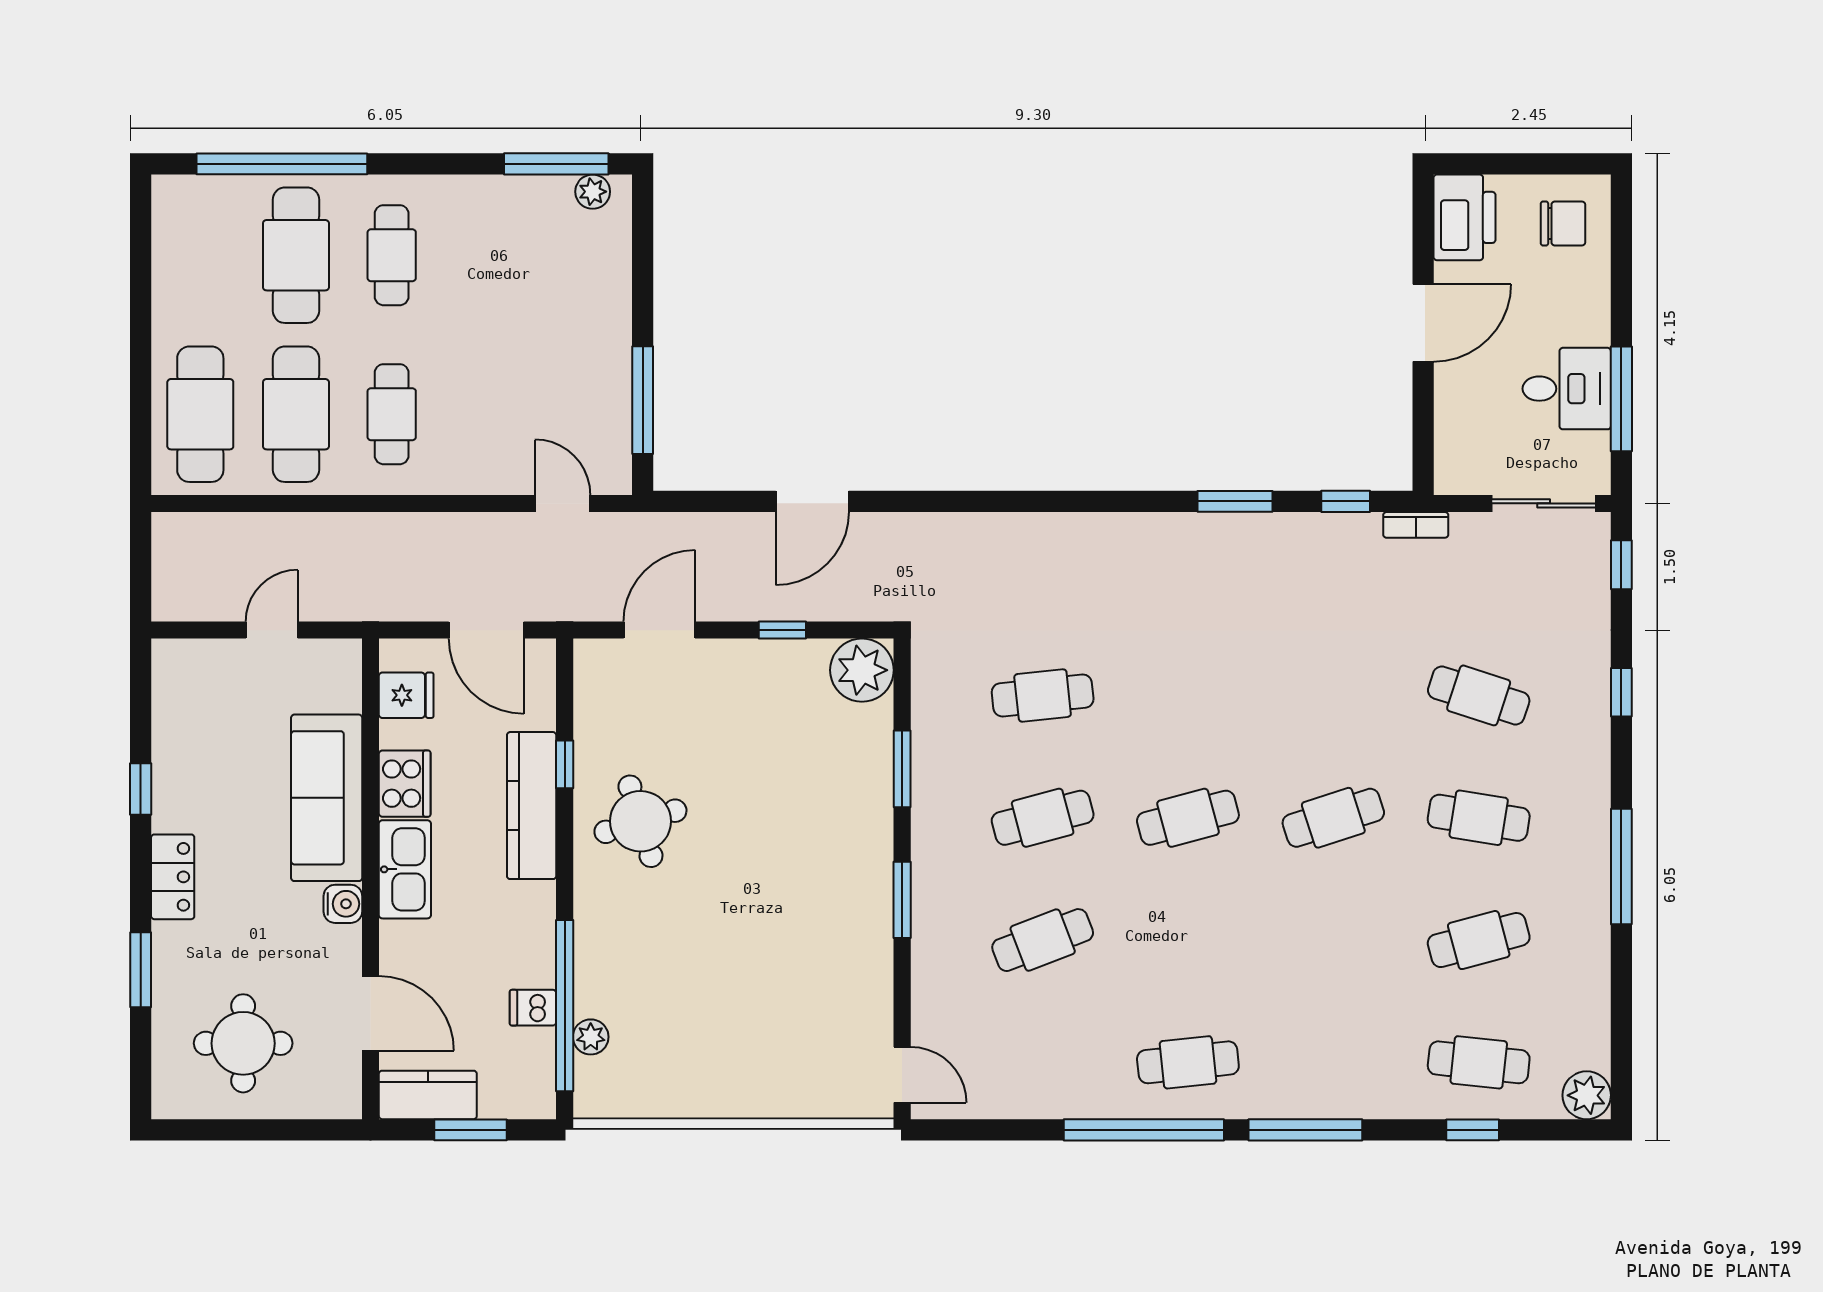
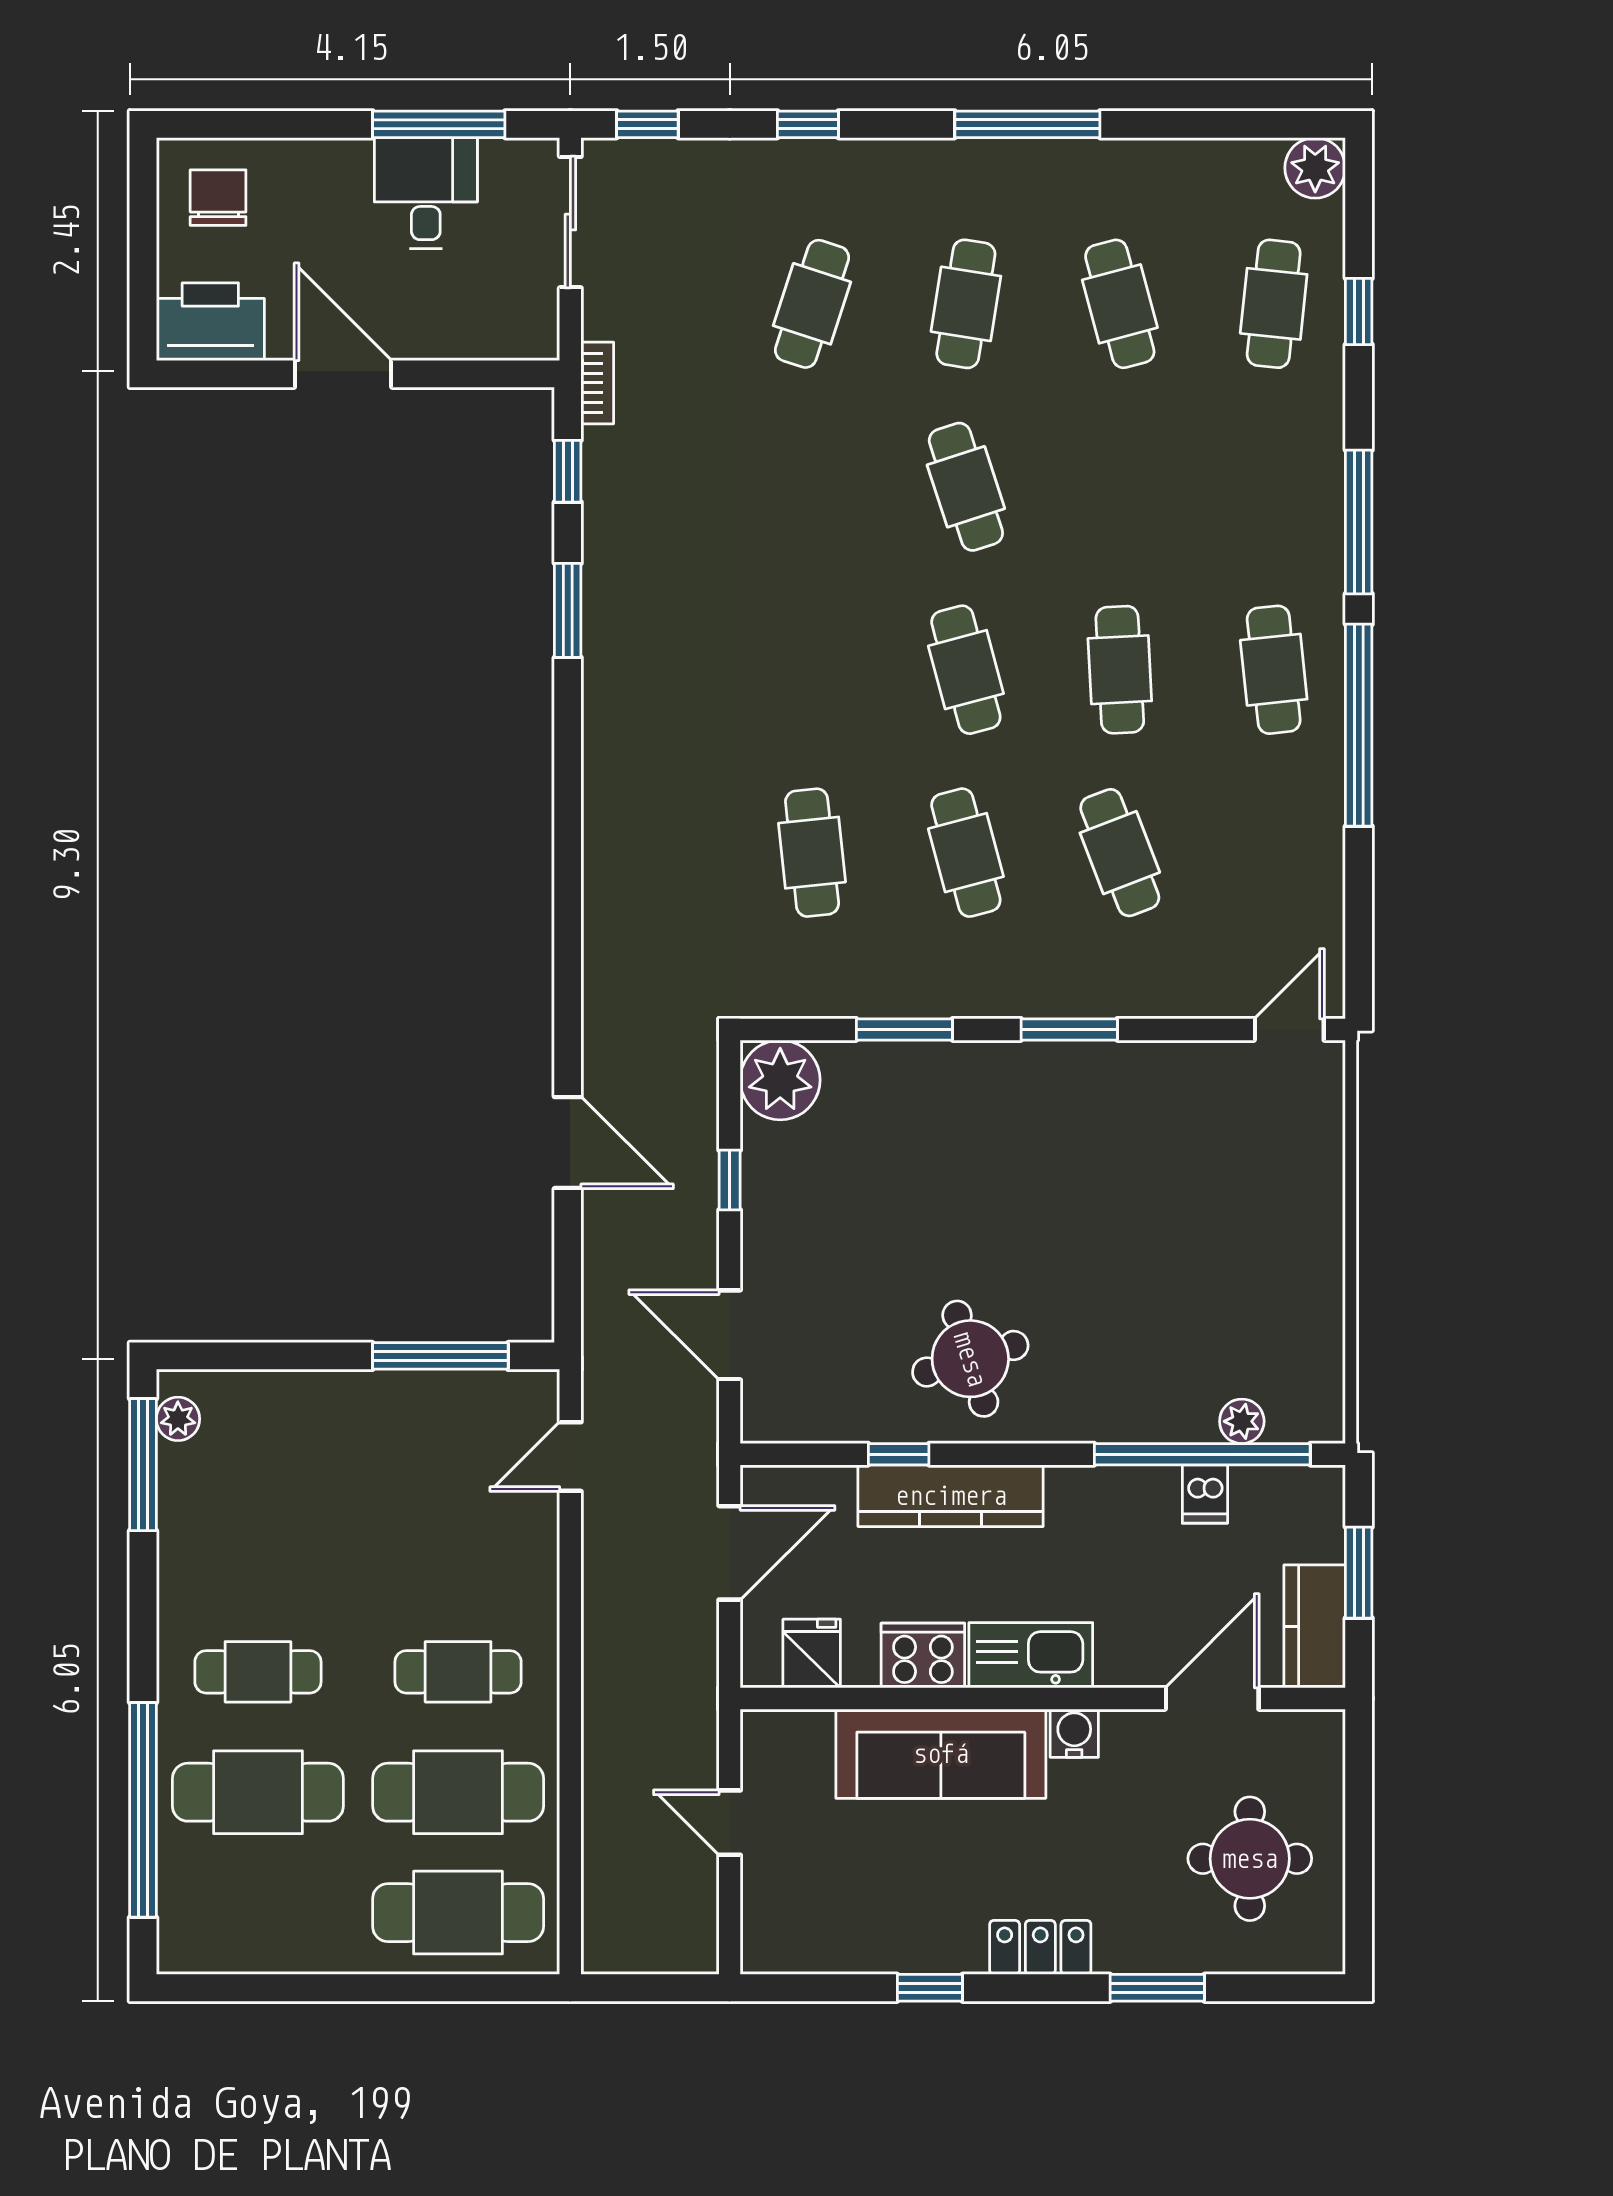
cafe table: (1188, 940) -> (1120, 670), added

